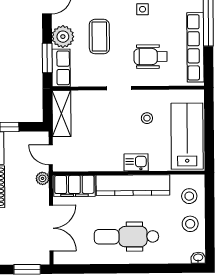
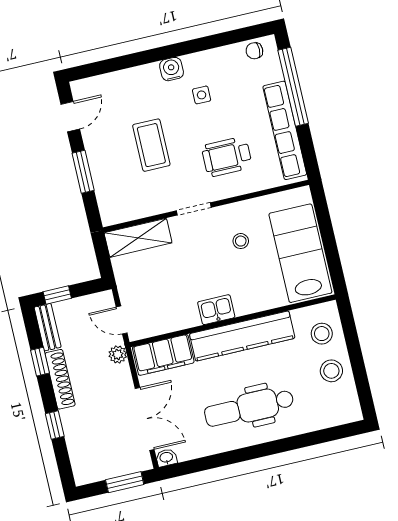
plant: (63, 37) -> (102, 156), removed
window: (47, 58) -> (83, 172), moved
row of seats: (61, 68) -> (109, 199), removed
shelving: (62, 114) -> (138, 238), moved, turned 90
kitchen sink: (136, 162) -> (216, 310), moved
washbasin: (198, 258) -> (166, 458), moved

